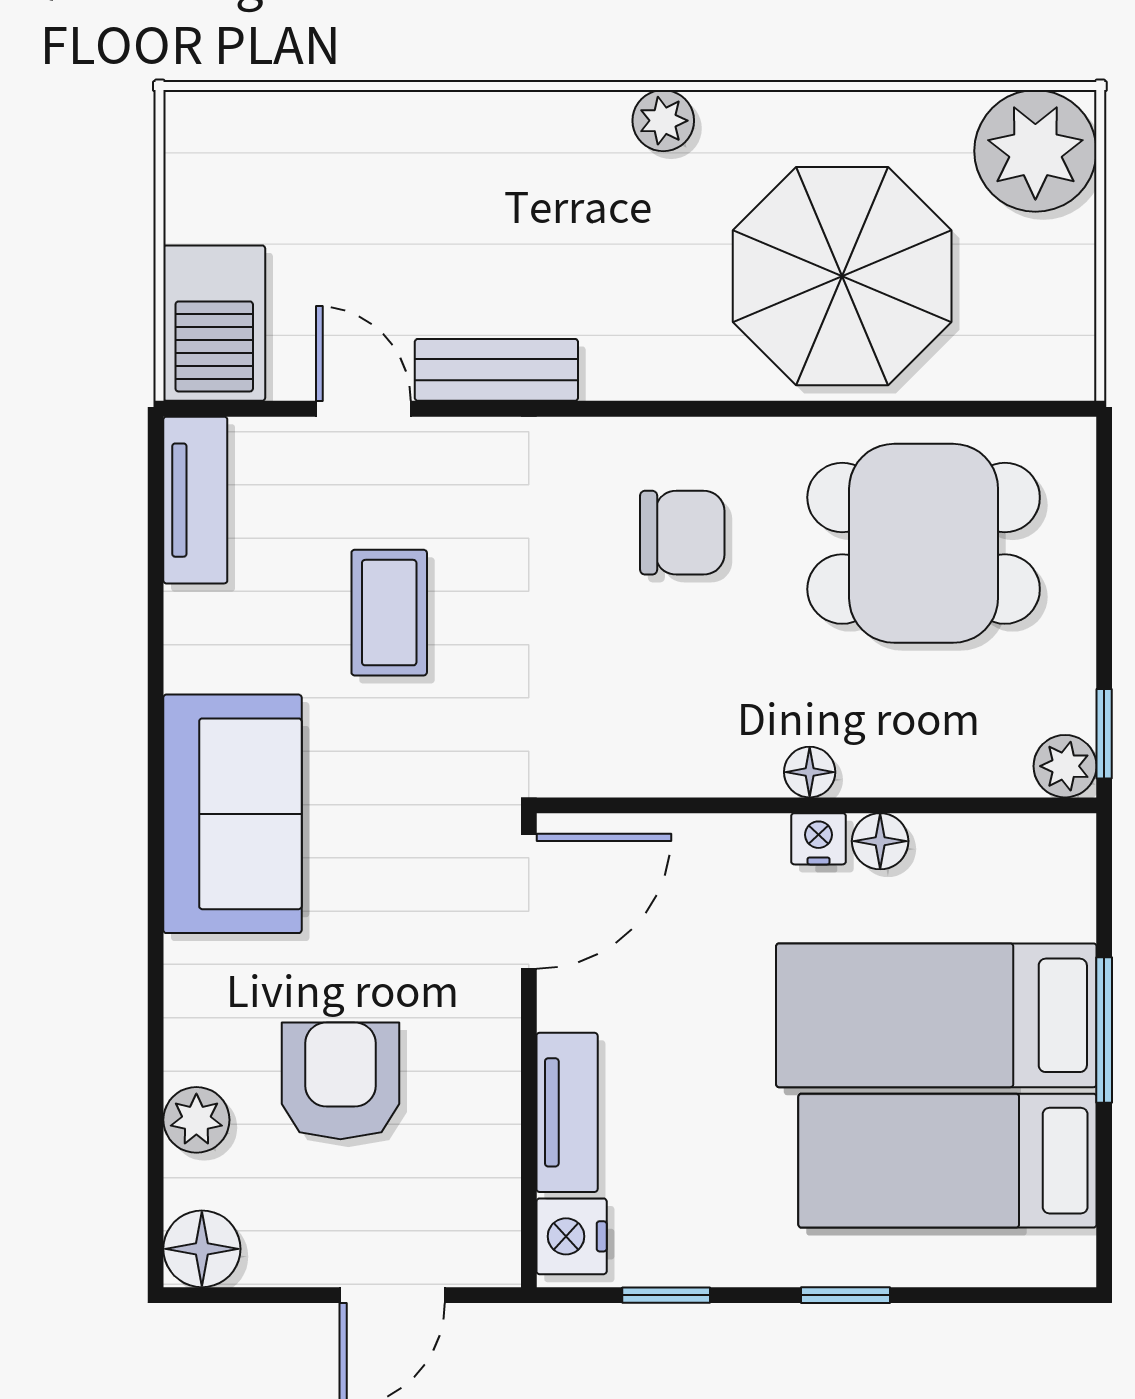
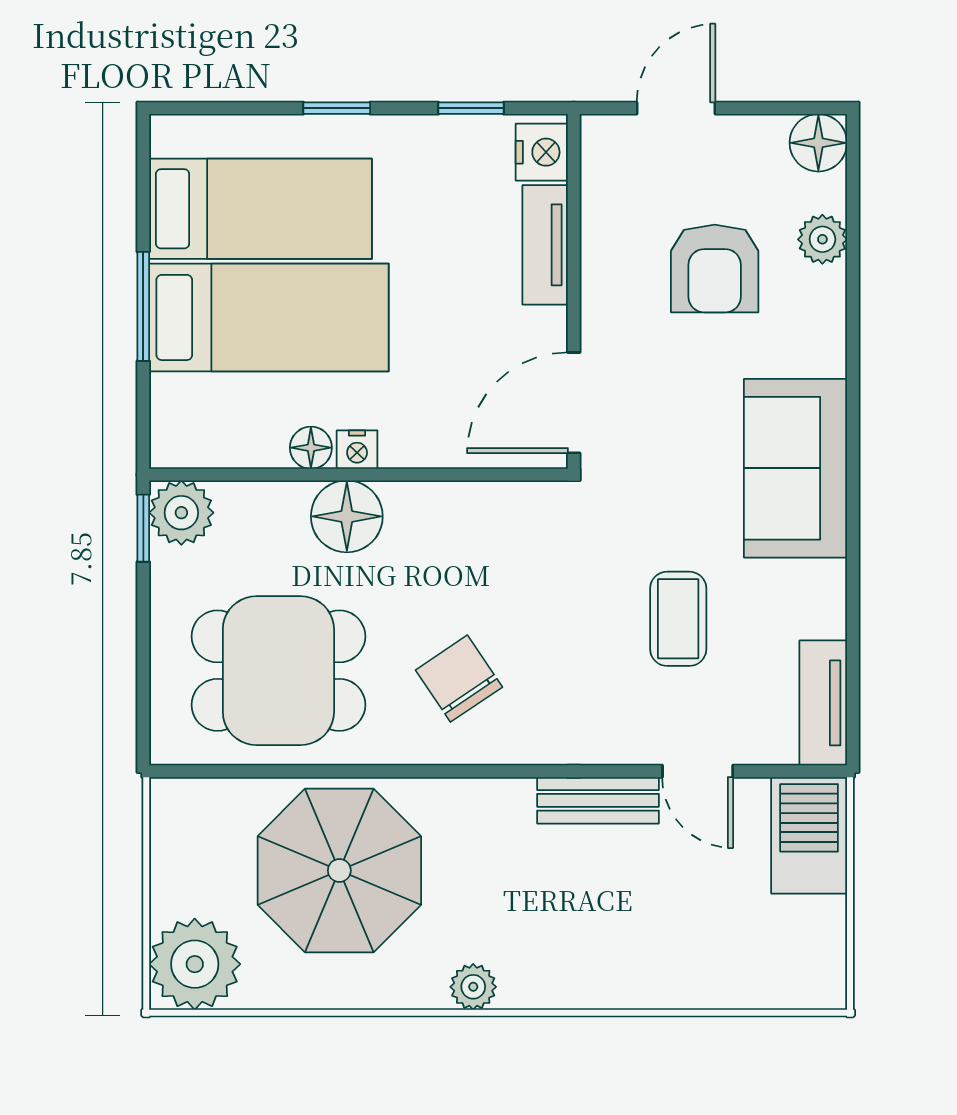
chair: (682, 533) -> (459, 679), turned 56
plant: (1065, 766) -> (181, 513), width x1.38, depth x1.38
floor lamp: (810, 772) -> (347, 516), width x1.89, depth x1.89

